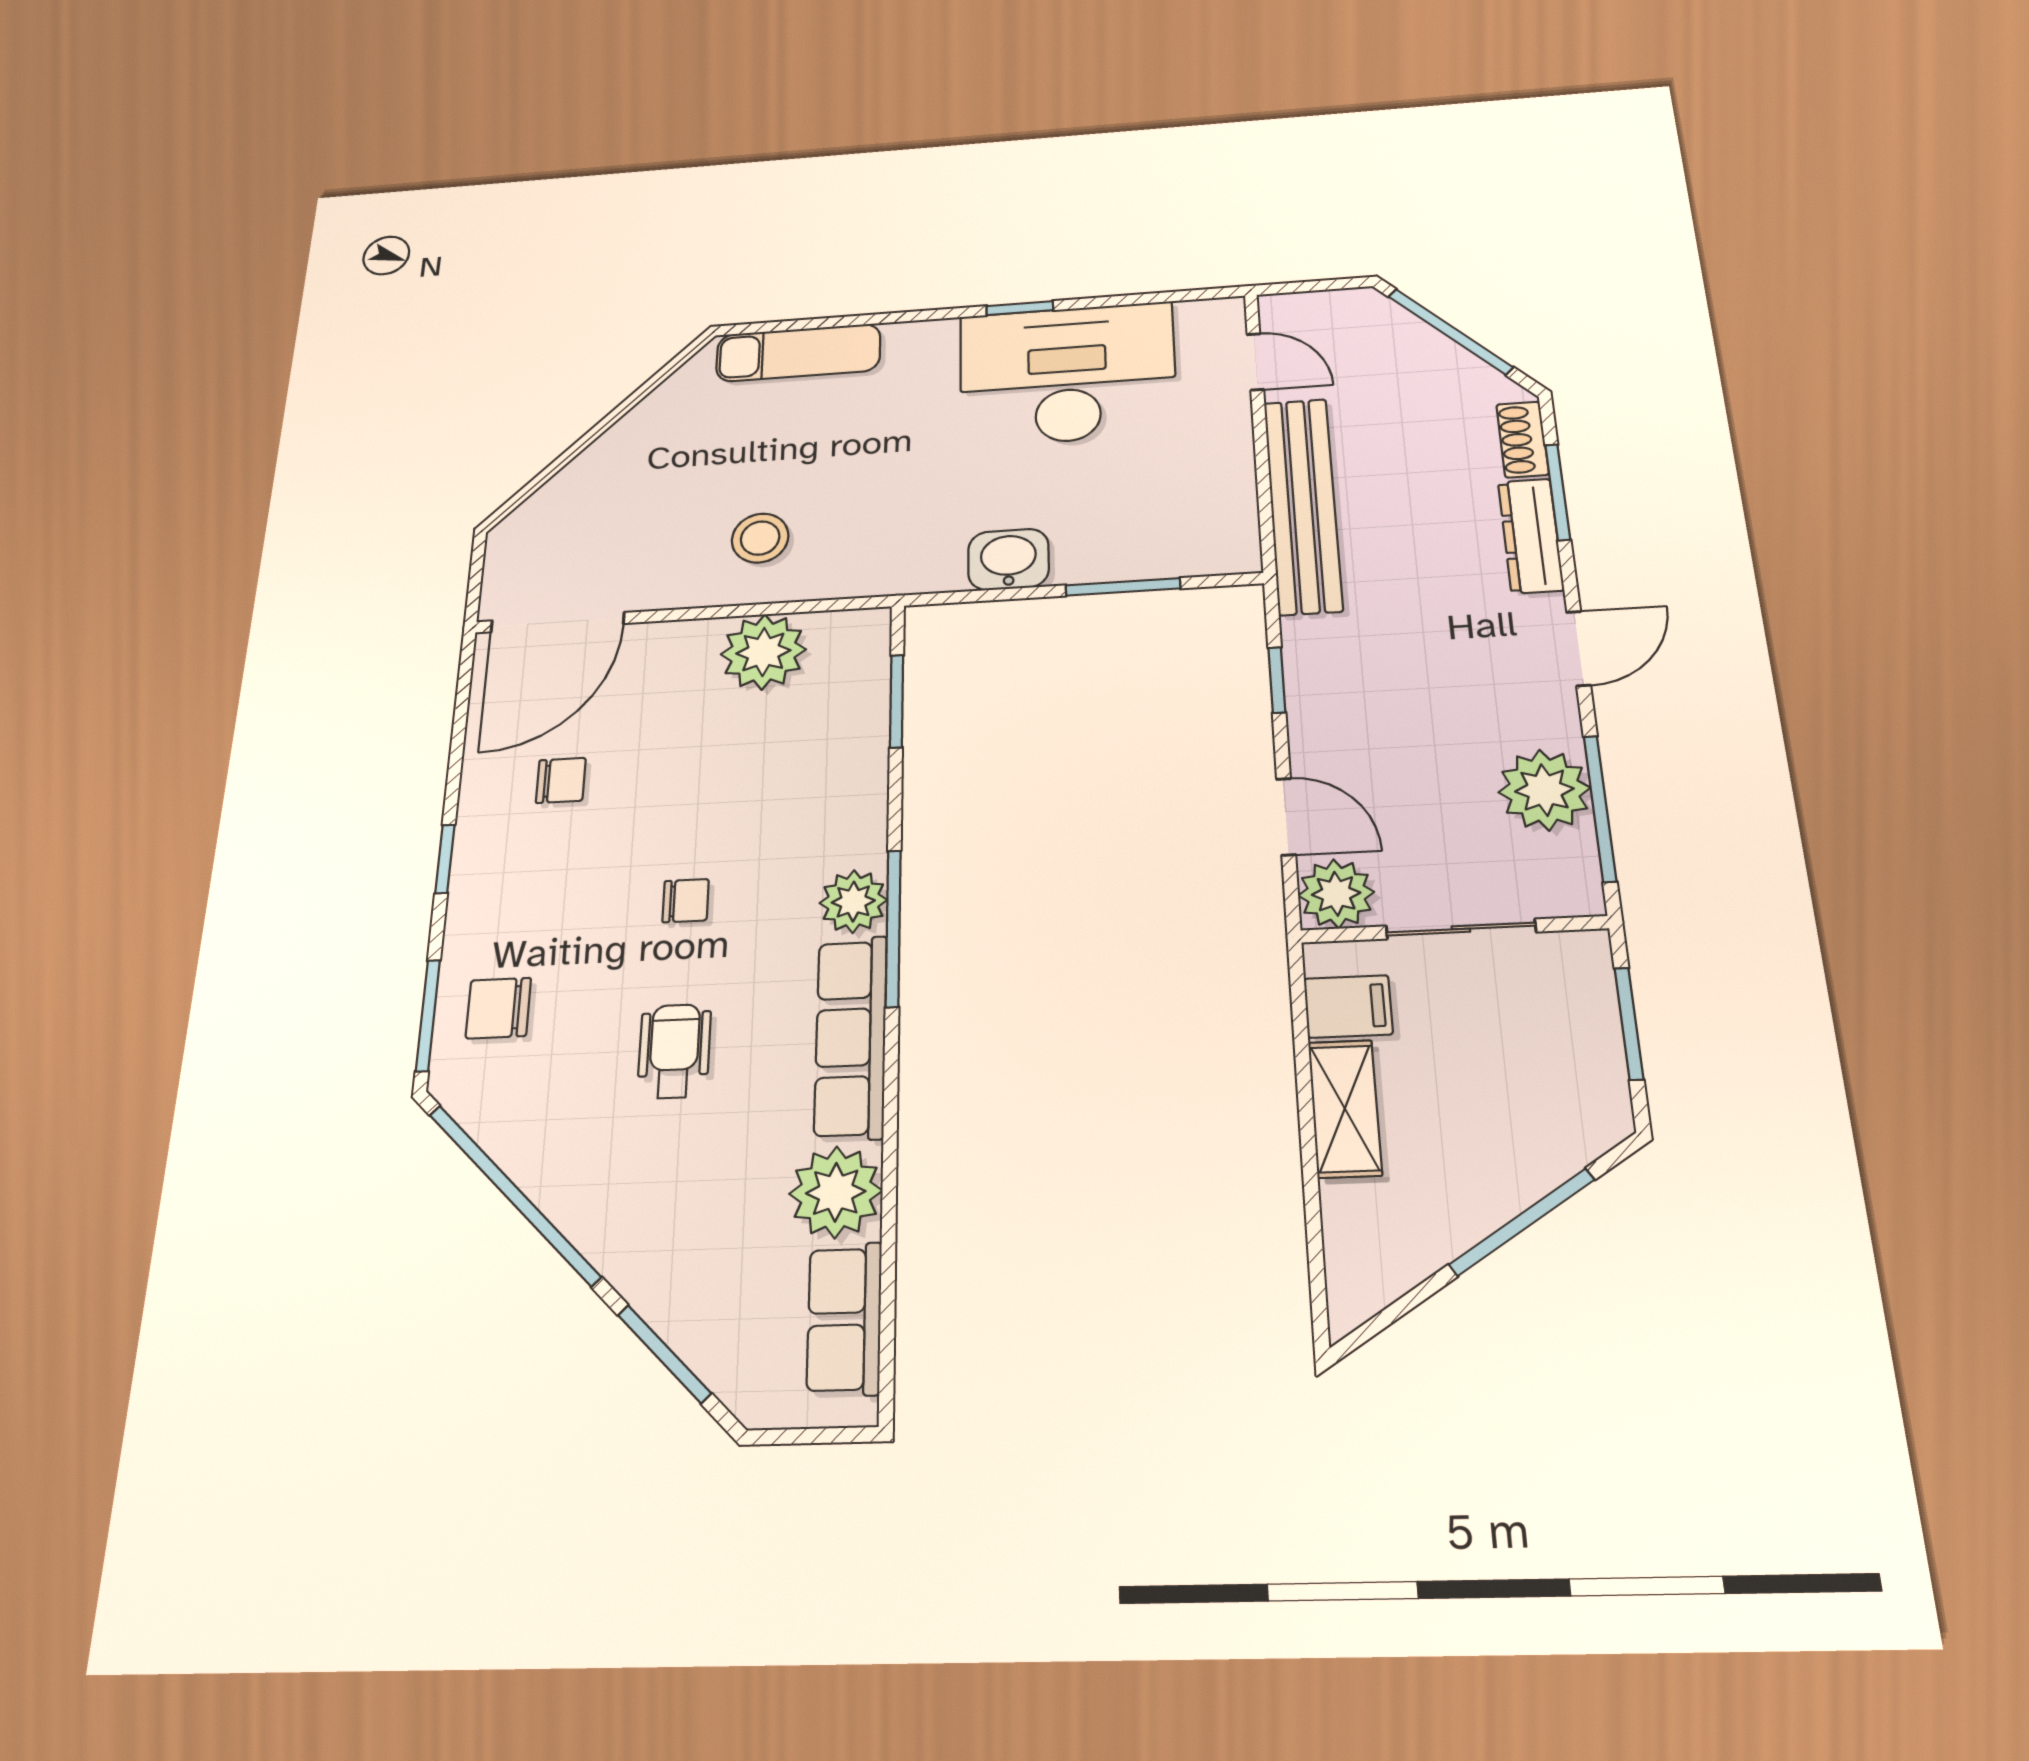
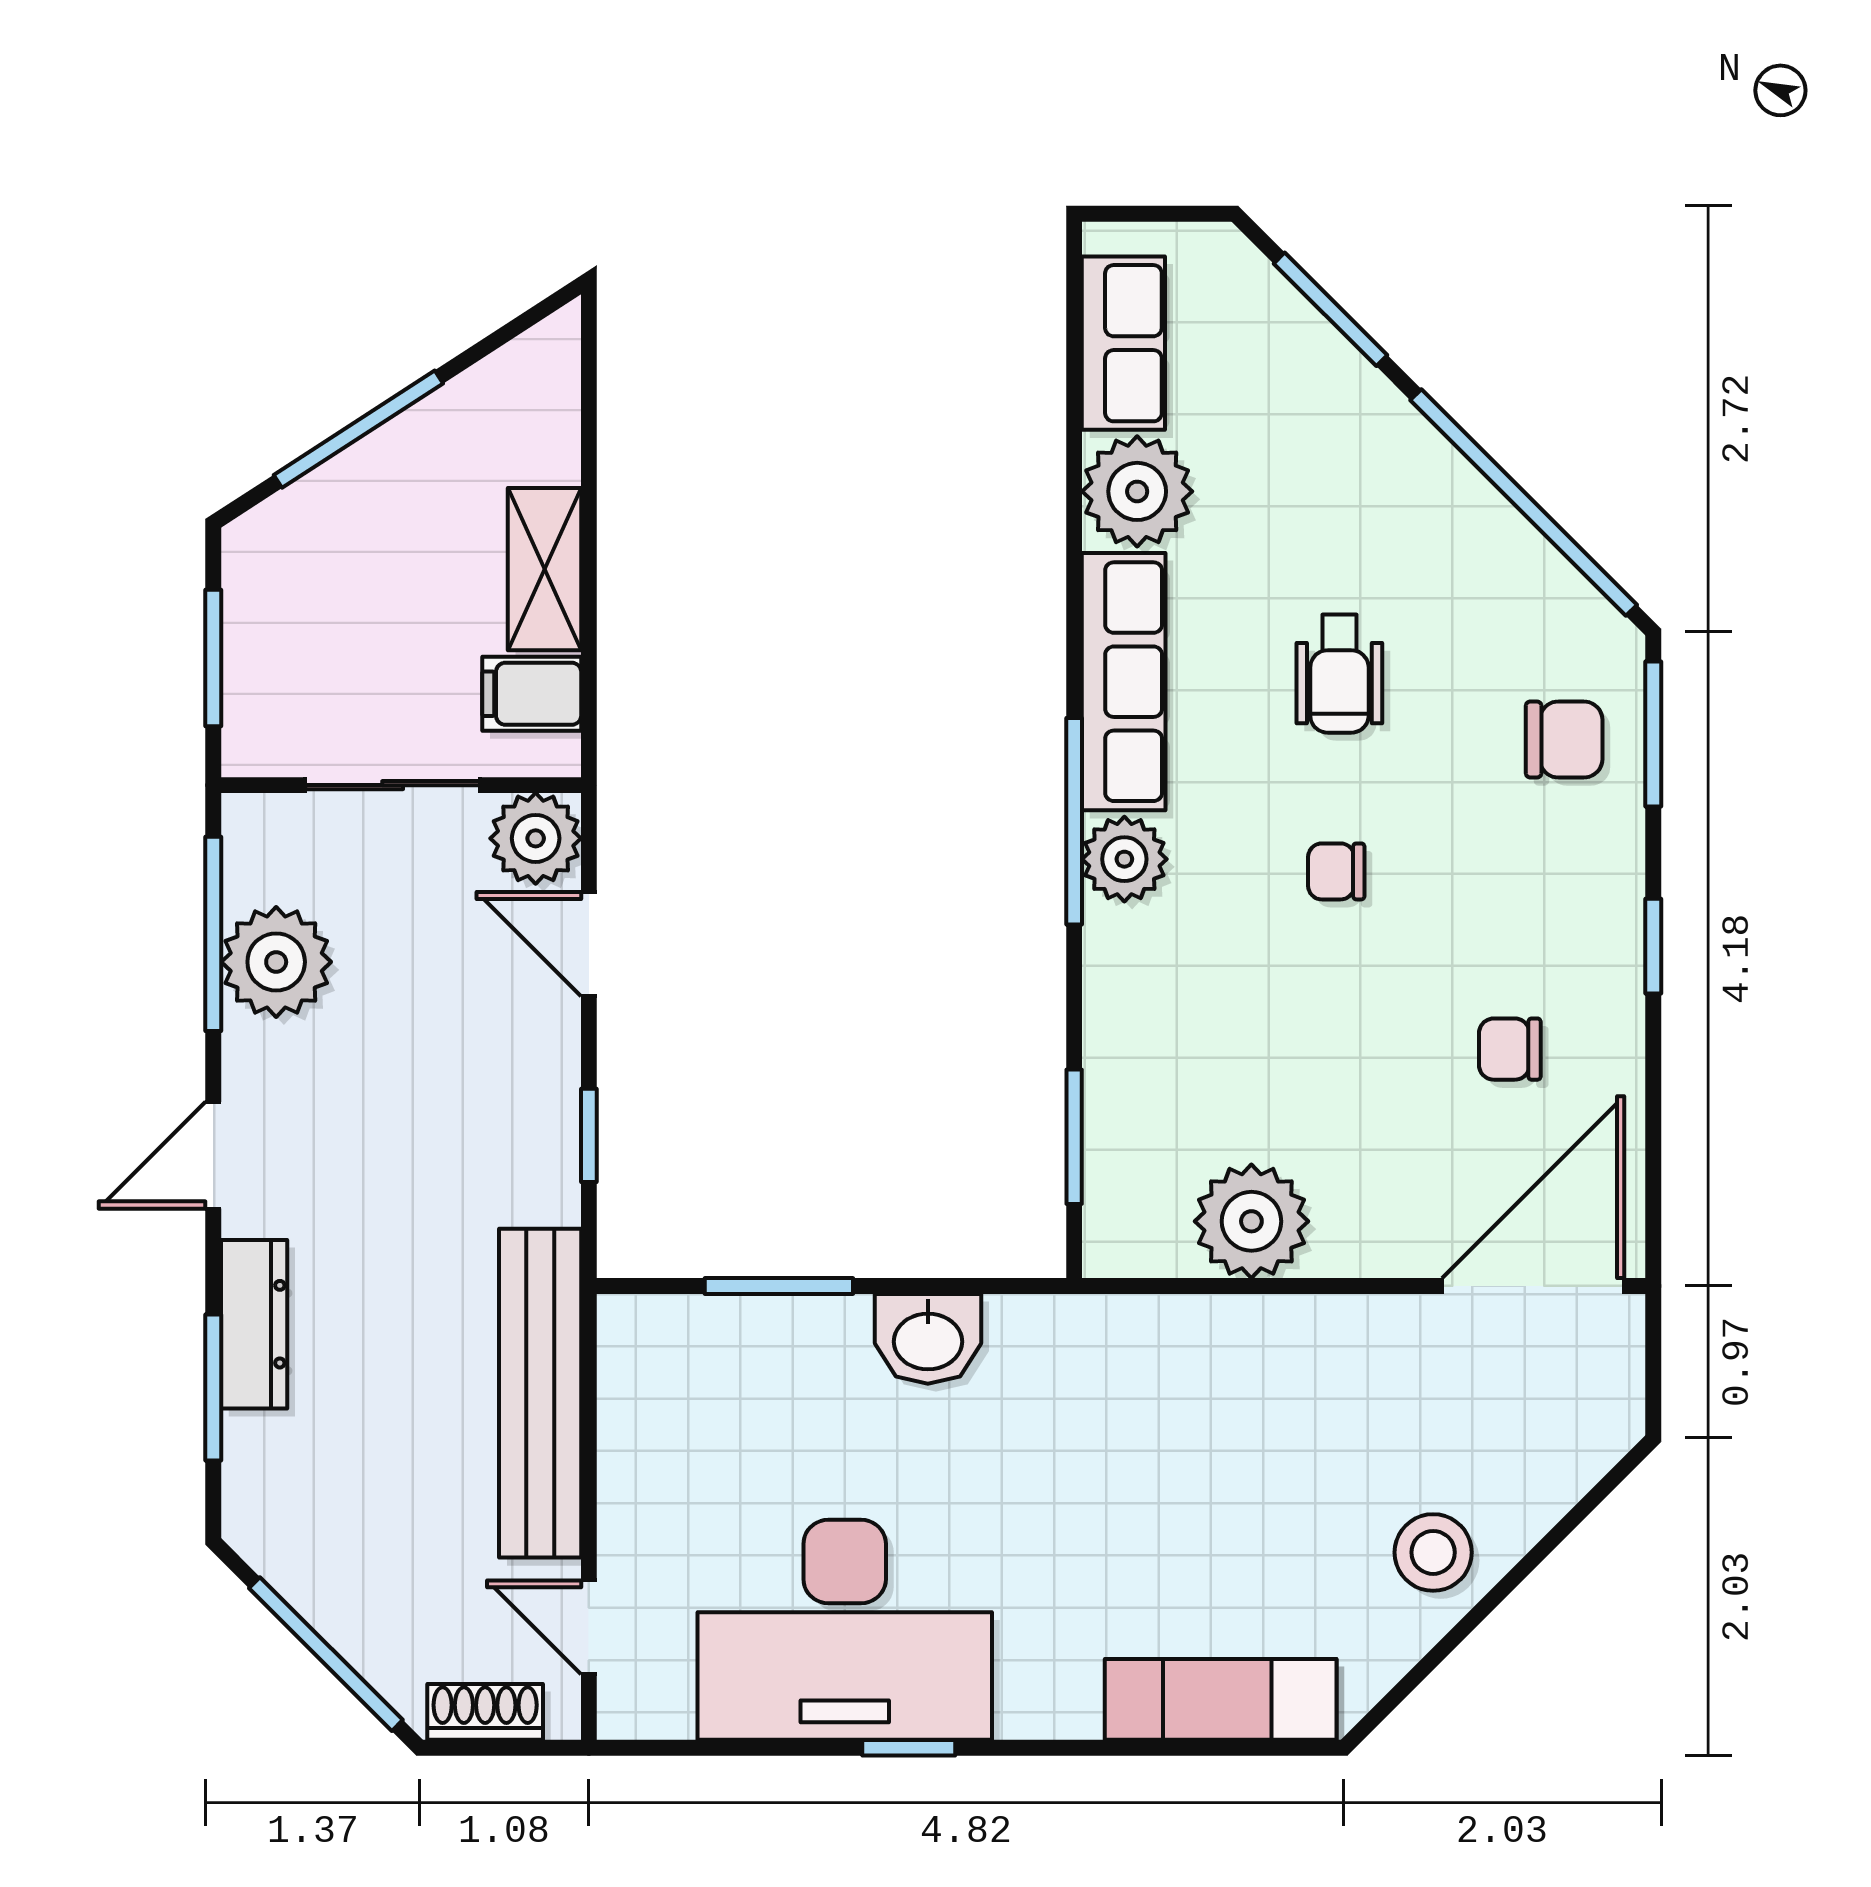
shoe rack: (1522, 439) -> (485, 1712), moved, turned -90
stool: (760, 538) -> (1433, 1552), moved

